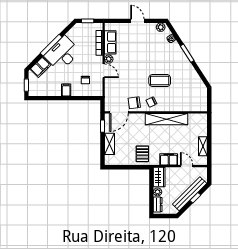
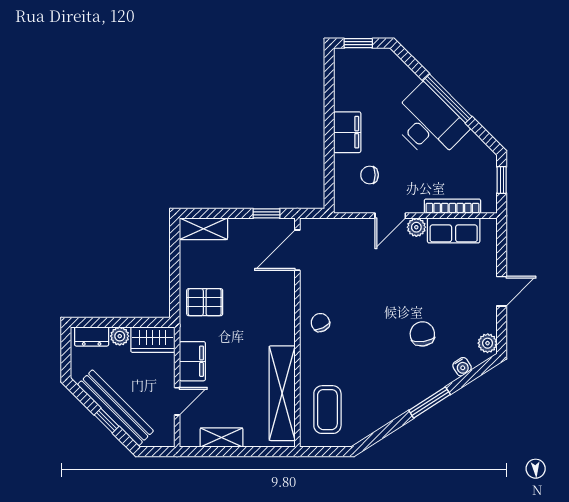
filing cabinet: (40, 67) -> (398, 75), removed
coffee table: (160, 80) -> (327, 410), moved
filing cabinet: (66, 90) -> (347, 132), width x2.00
chair: (134, 103) -> (422, 334), moved
door: (119, 112) -> (297, 250), hinge flipped
shelving: (167, 119) -> (282, 393), moved
shelving: (109, 144) -> (203, 229), moved

